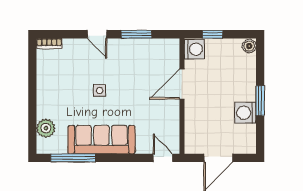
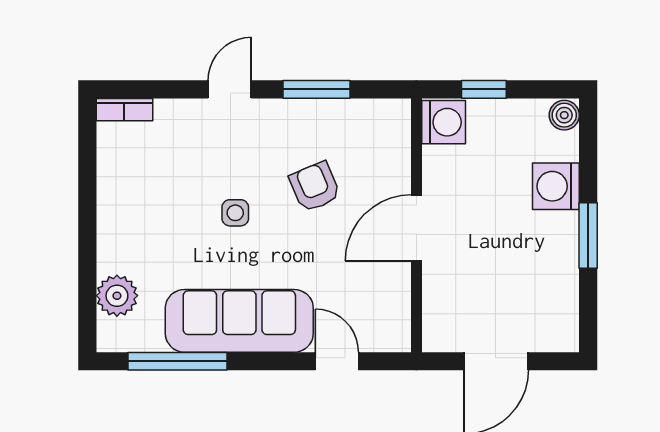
door: (97, 34) -> (230, 89), swing flipped
armchair: (136, 79) -> (315, 187), added
door: (182, 84) -> (416, 228), moved
washing machine: (245, 113) -> (556, 186), moved
door: (163, 158) -> (337, 361), moved

